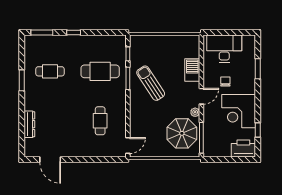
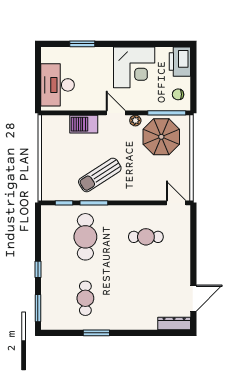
chair: (225, 81) -> (178, 94), moved
dresser: (29, 124) -> (174, 324), moved
window: (258, 130) -> (157, 44), removed

